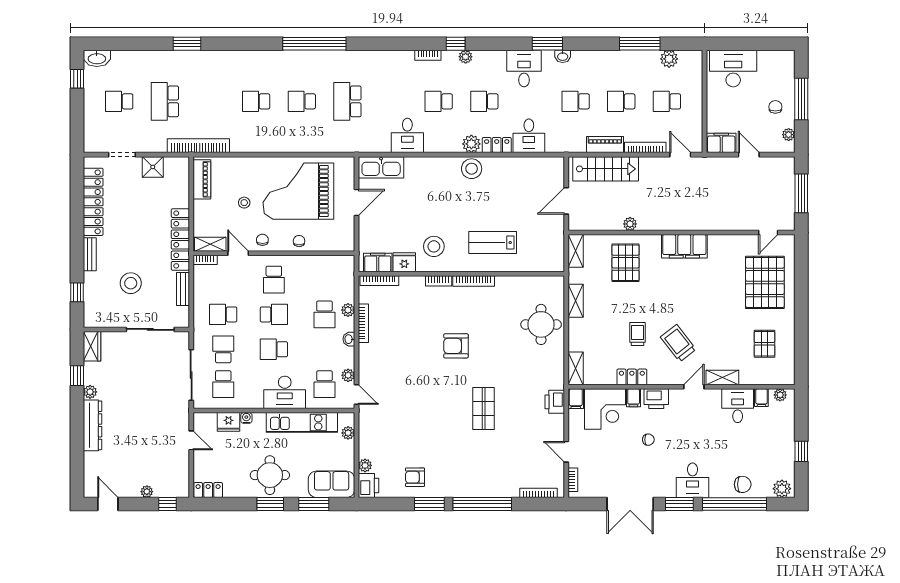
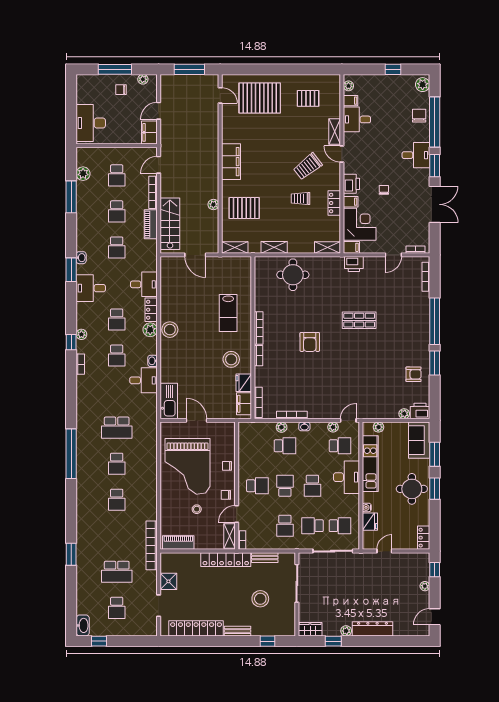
washbasin: (432, 147) -> (153, 361), added
armchair: (415, 477) -> (413, 374), turned -90

